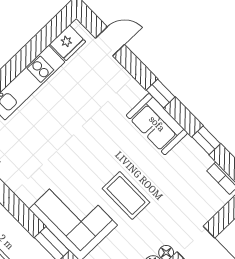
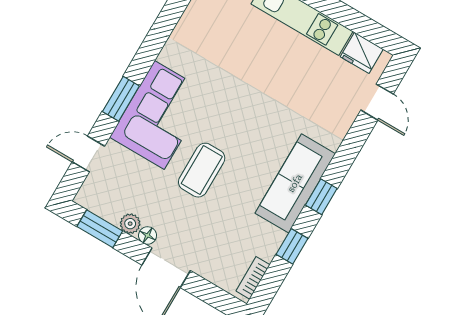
window: (161, 93) -> (321, 197), moved
sofa: (157, 124) -> (295, 183), width x1.36

